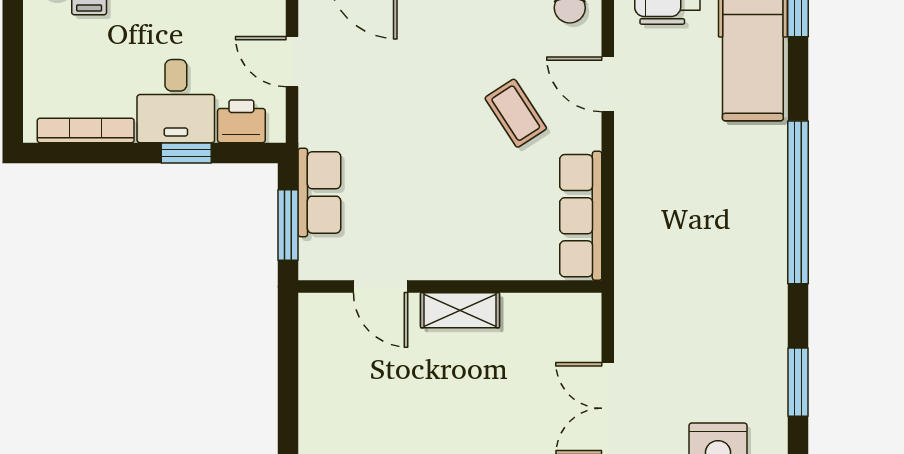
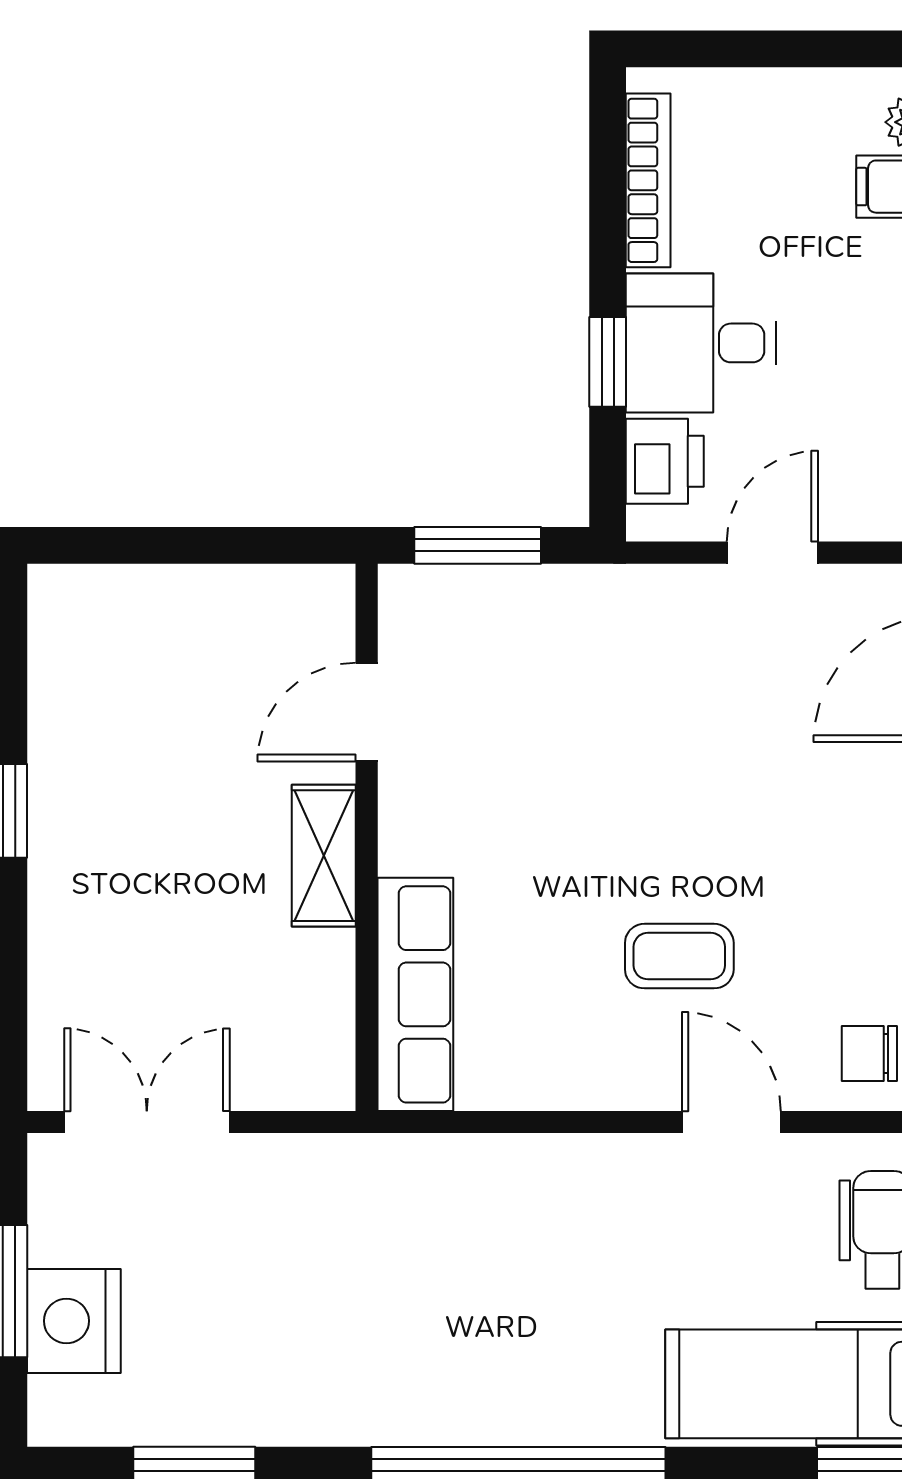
door: (608, 84) -> (731, 1122), hinge flipped
coffee table: (516, 113) -> (679, 956), turned 33
row of seats: (319, 192) -> (536, 602), removed
row of seats: (581, 216) -> (415, 994), moved, turned 90

